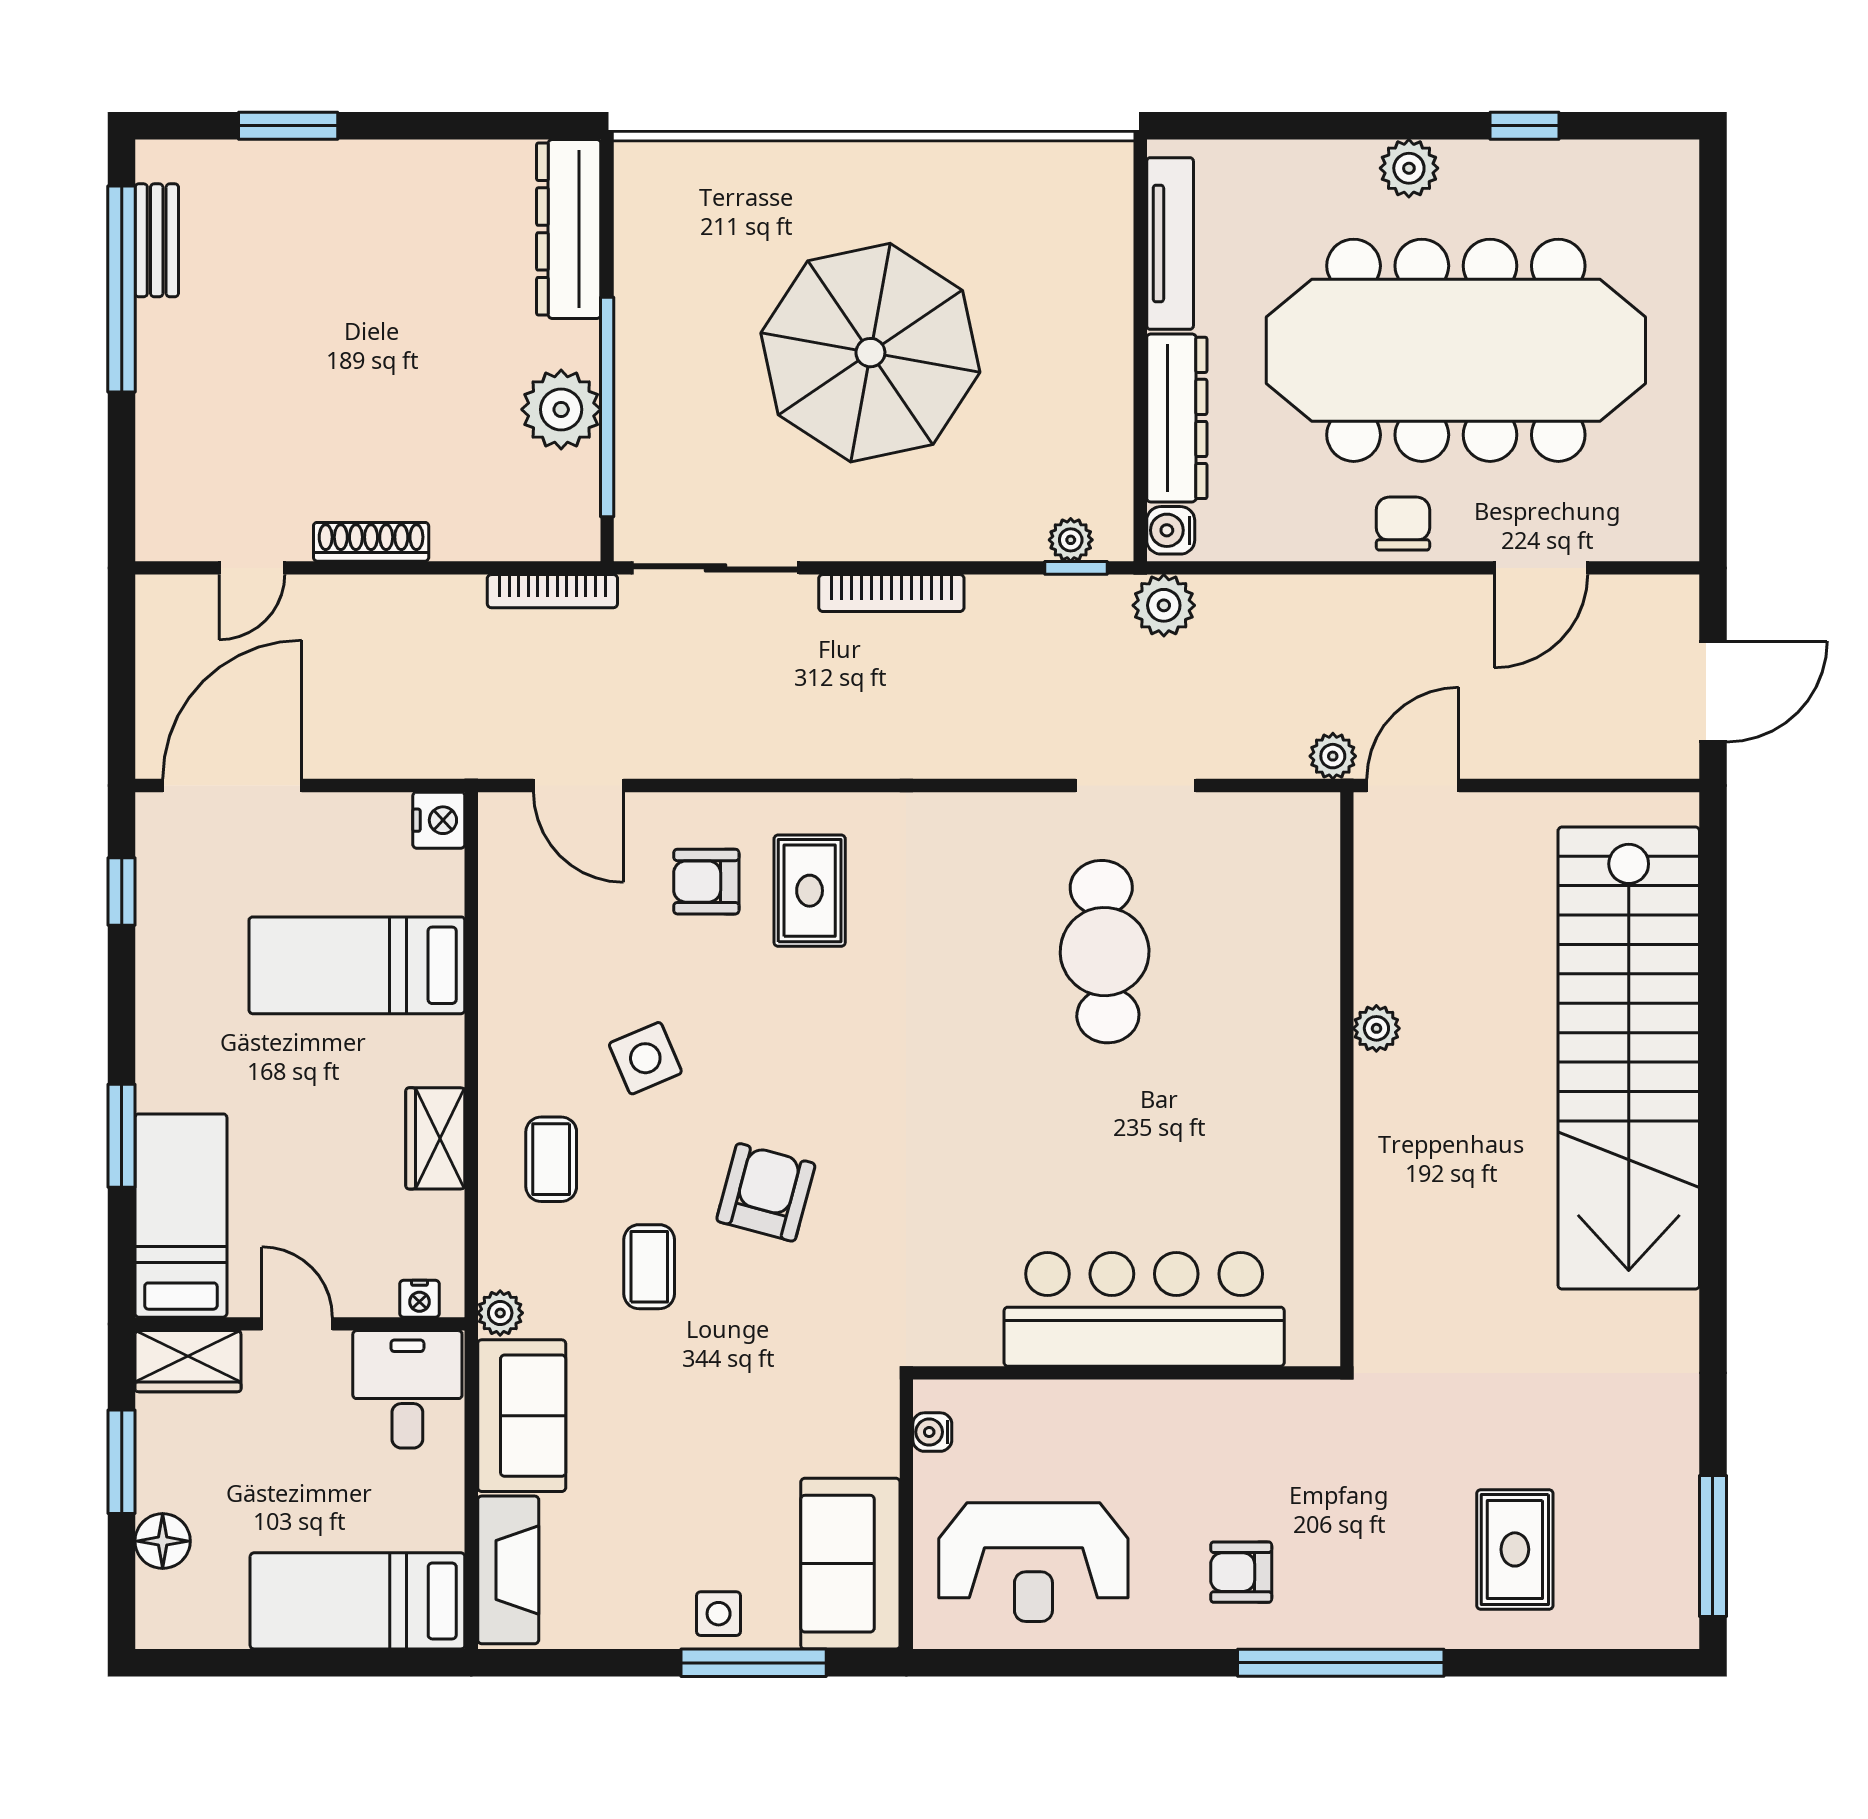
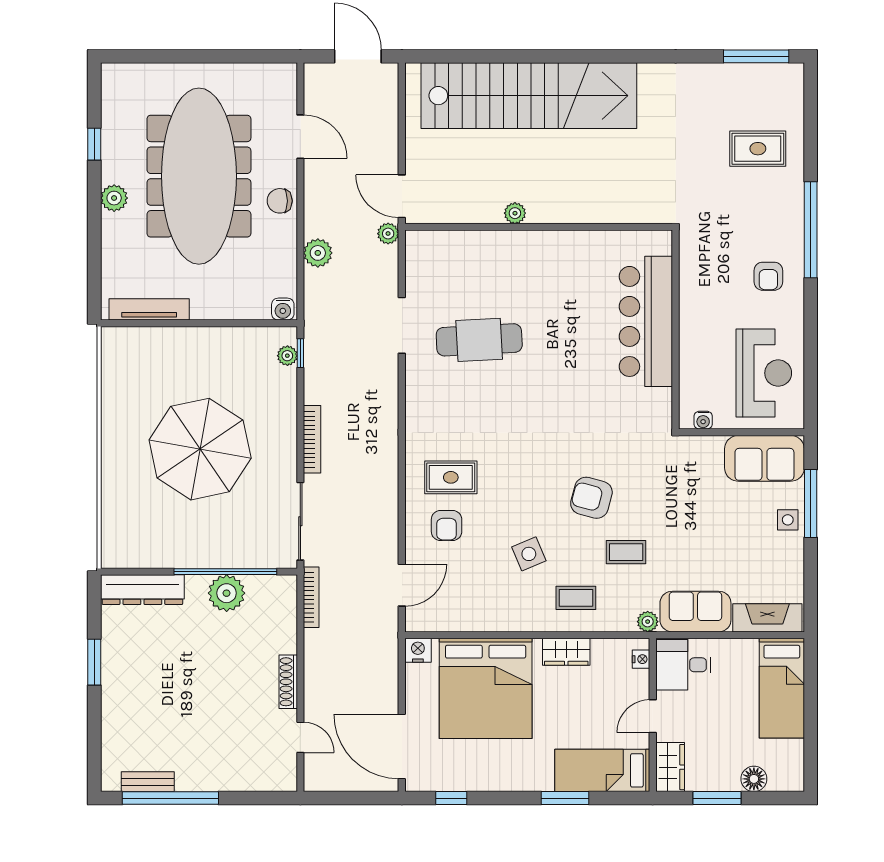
window: (288, 126) -> (94, 662), moved
dresser: (1177, 418) -> (230, 306), removed
plant: (1164, 605) -> (318, 253), moved
bed: (357, 965) -> (486, 688), width x2.04

